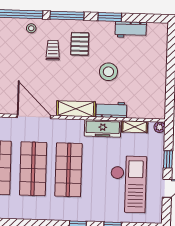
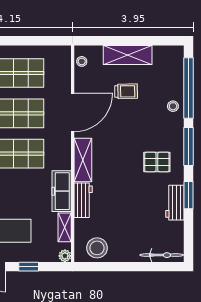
workbench: (131, 30) -> (175, 203), moved
bicycle: (162, 42) -> (162, 255), added
trolley: (53, 50) -> (126, 91), moved
stool: (108, 72) -> (97, 248), moved

